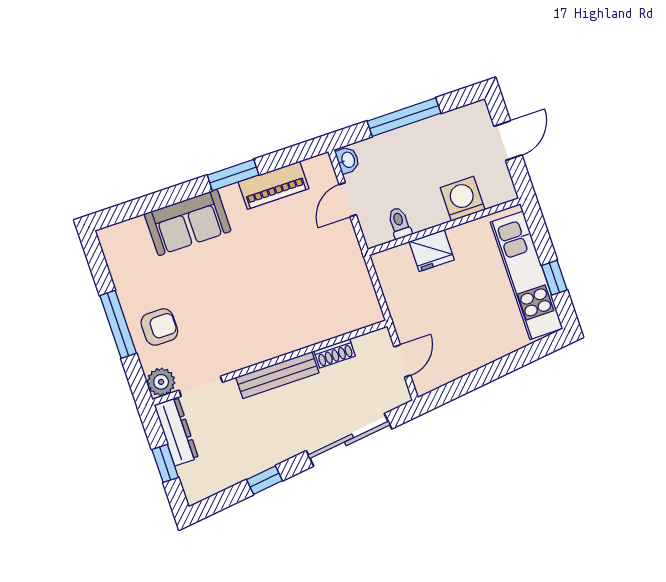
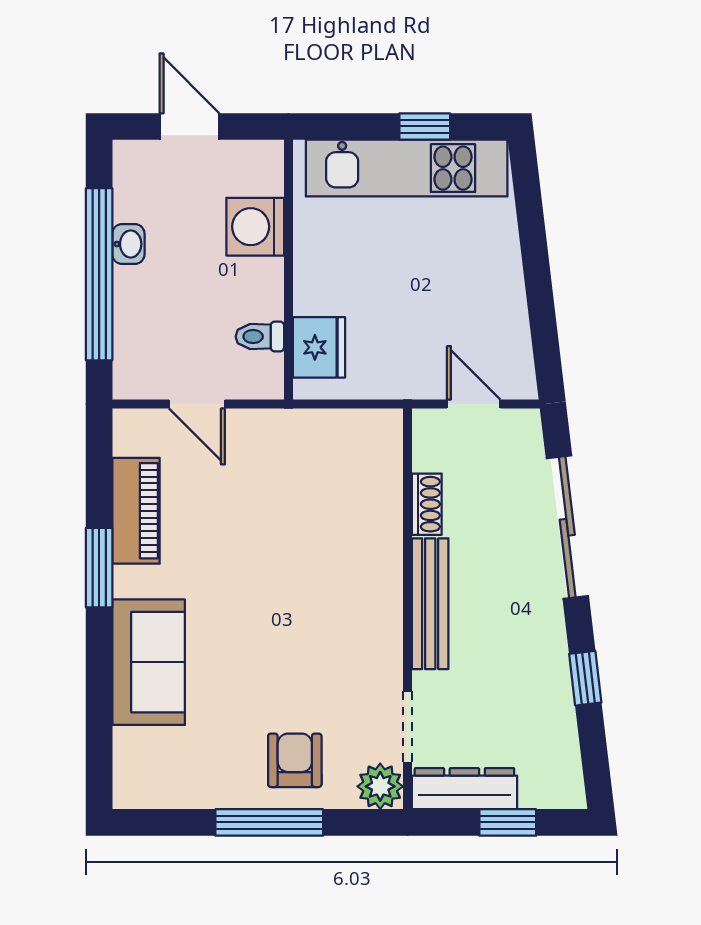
window: (404, 117) -> (99, 274), width x1.46
washbasin: (348, 160) -> (128, 244), moved, turned 90
fridge: (432, 251) -> (319, 347), moved

